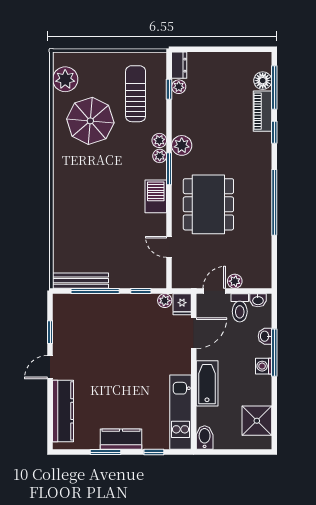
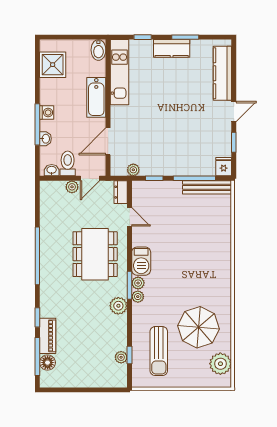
dresser: (179, 65) -> (121, 192), moved
plant: (159, 140) -> (138, 283), moved
fridge: (182, 304) -> (224, 167), moved

